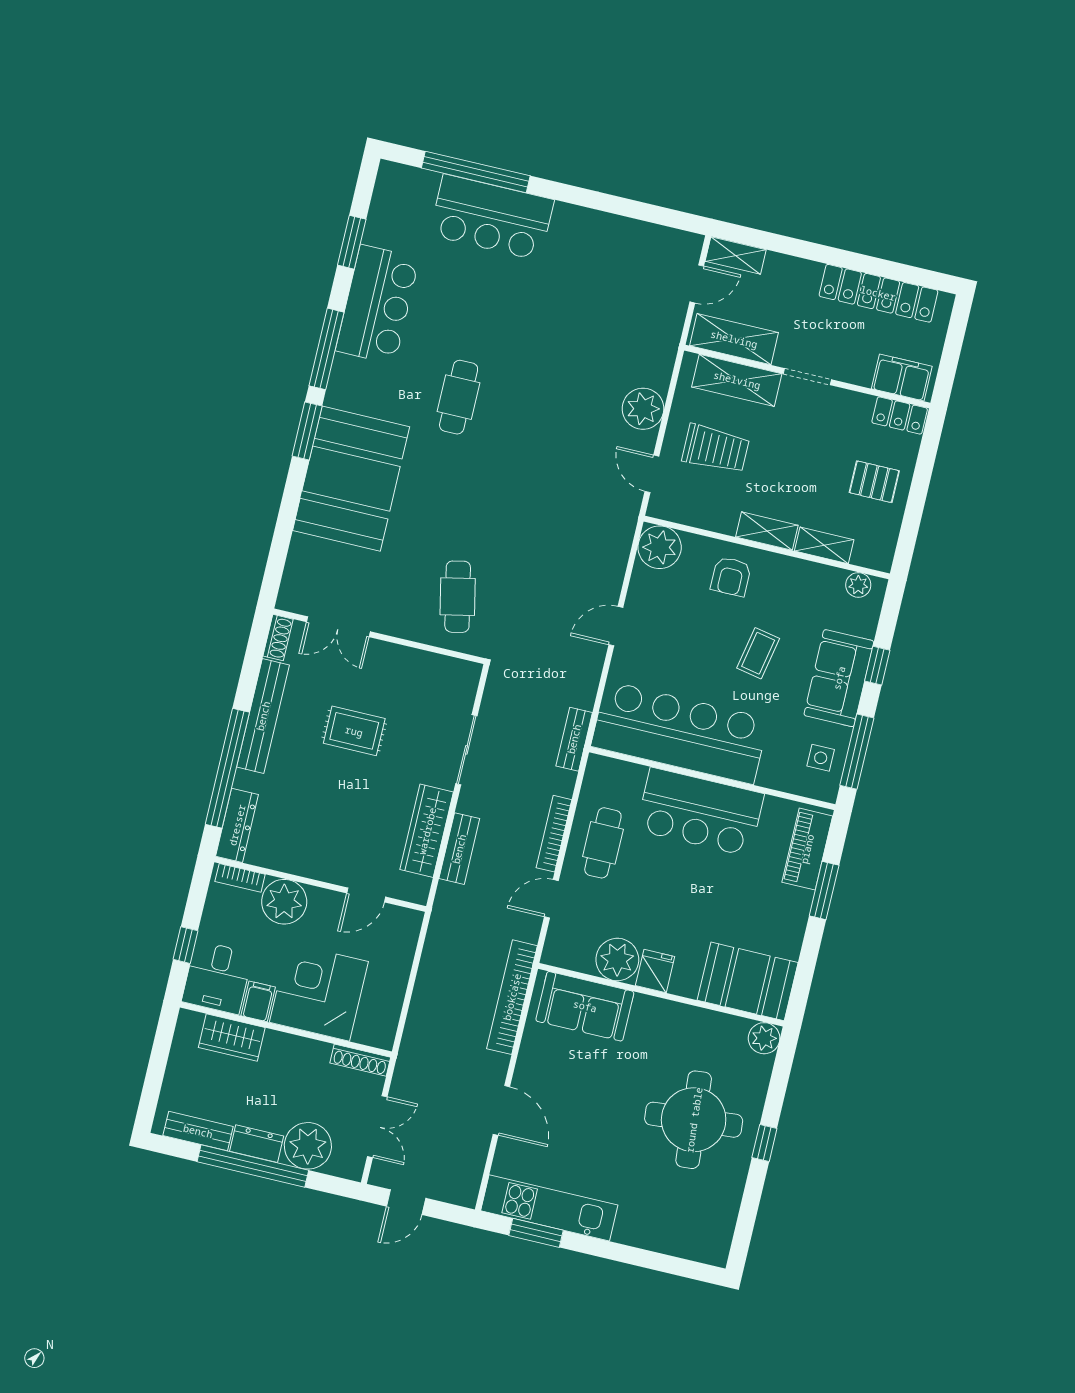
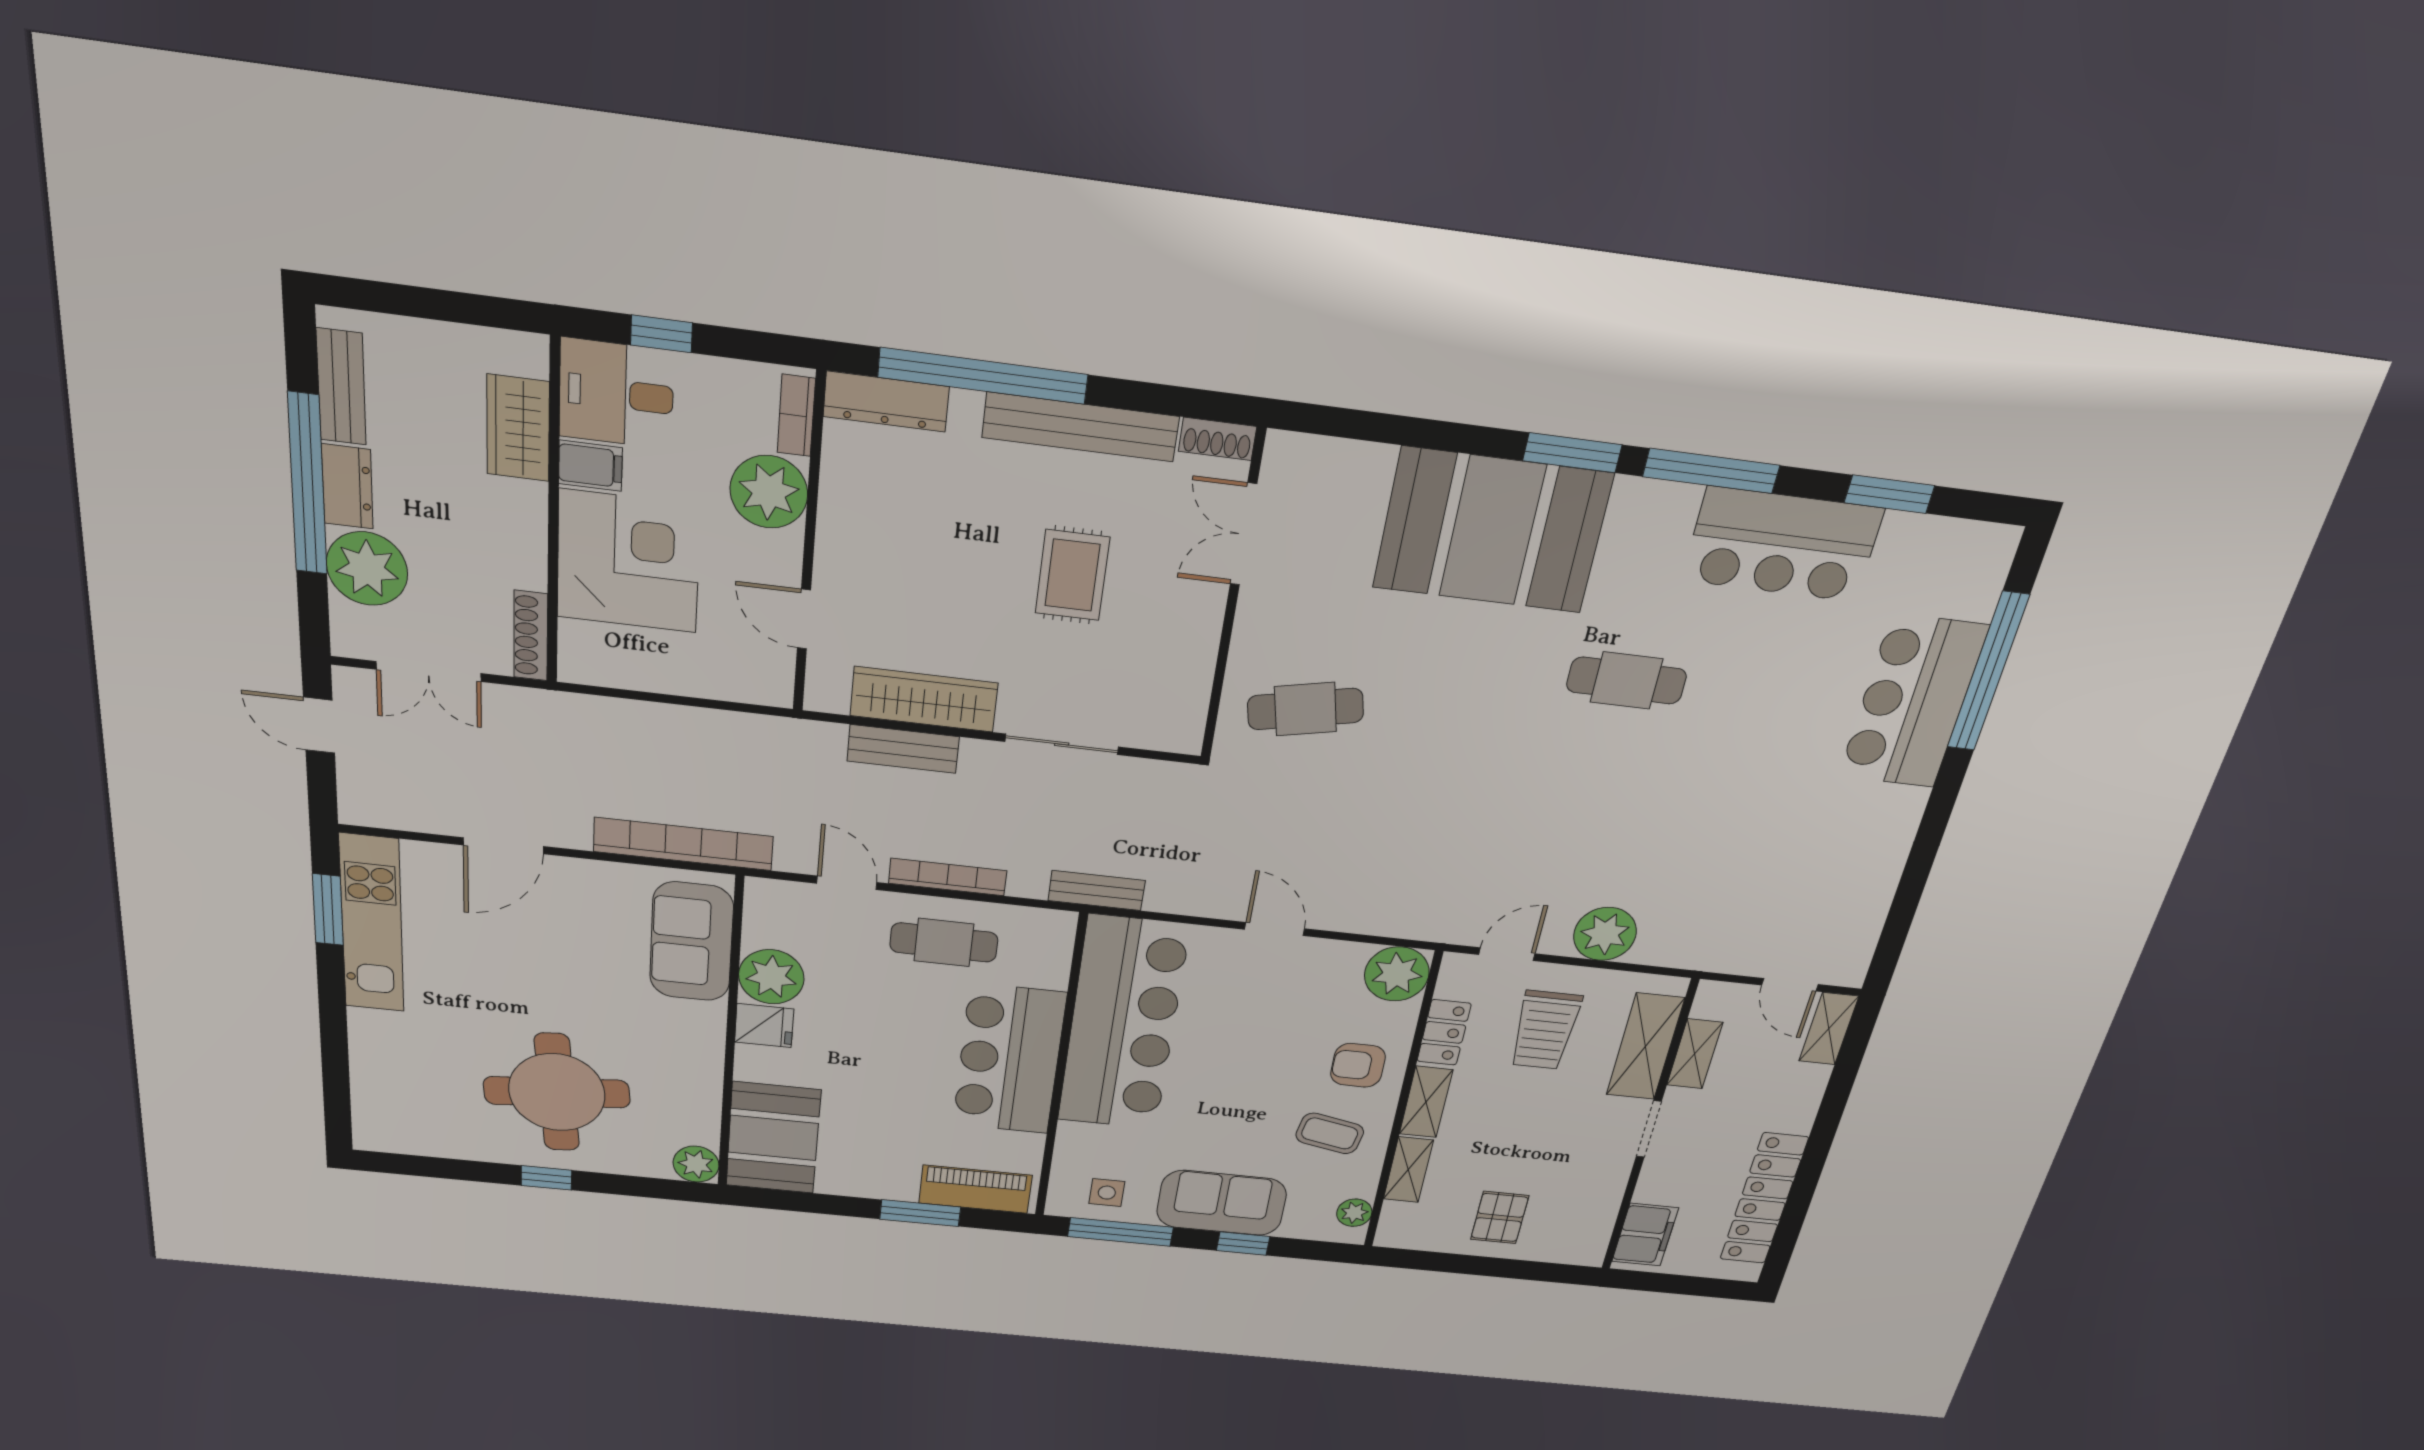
shelving: (734, 339) -> (1695, 1054), width x0.67, depth x0.75
locker: (900, 415) -> (1444, 1032), moved, turned 180
coffee table: (758, 653) -> (1330, 1133), moved

